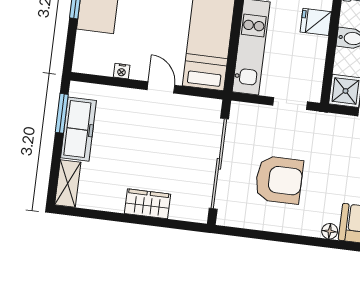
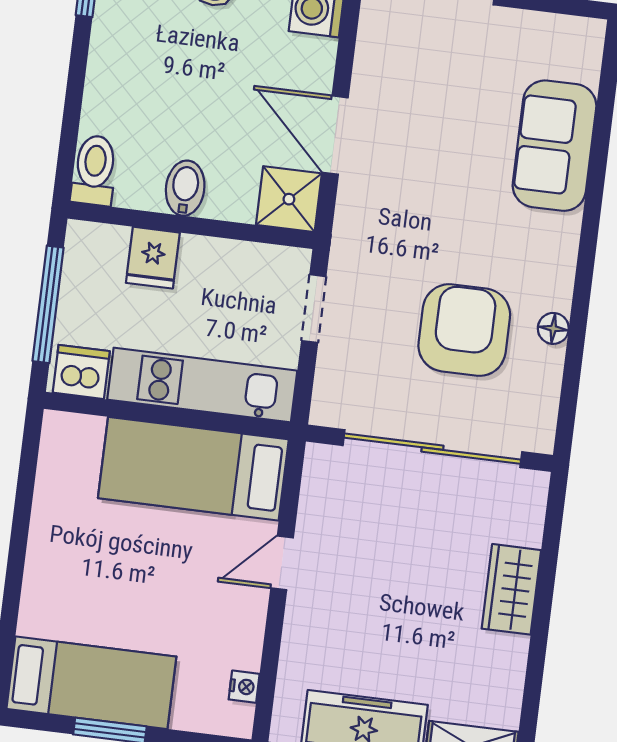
nightstand: (122, 71) -> (244, 687), moved
floor lamp: (330, 231) -> (553, 328), moved

